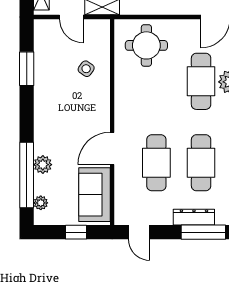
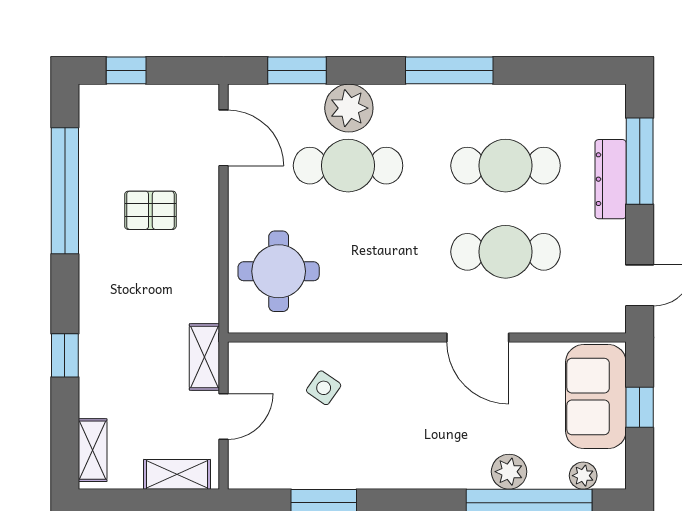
sofa: (94, 195) -> (596, 396), moved, turned 90

